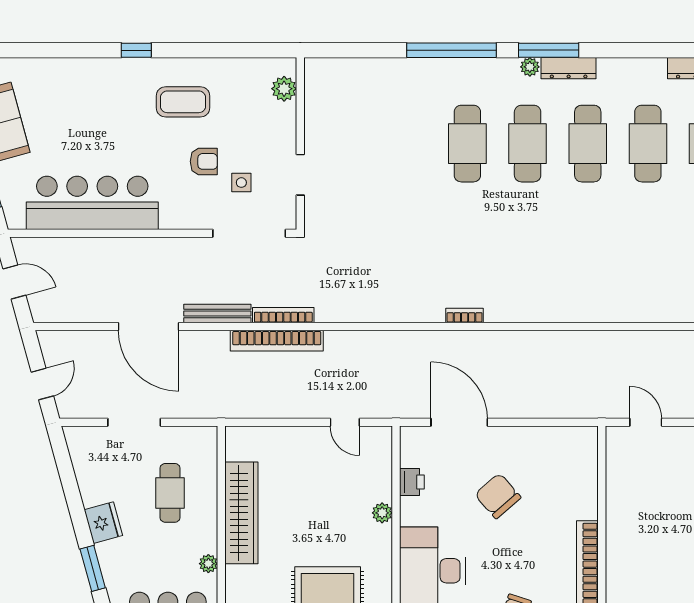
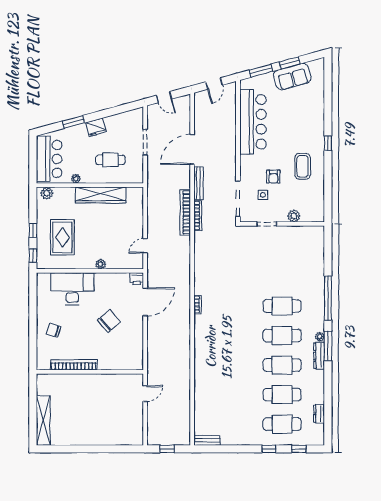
plant: (284, 89) -> (294, 216), moved
printer: (412, 482) -> (137, 279), moved

